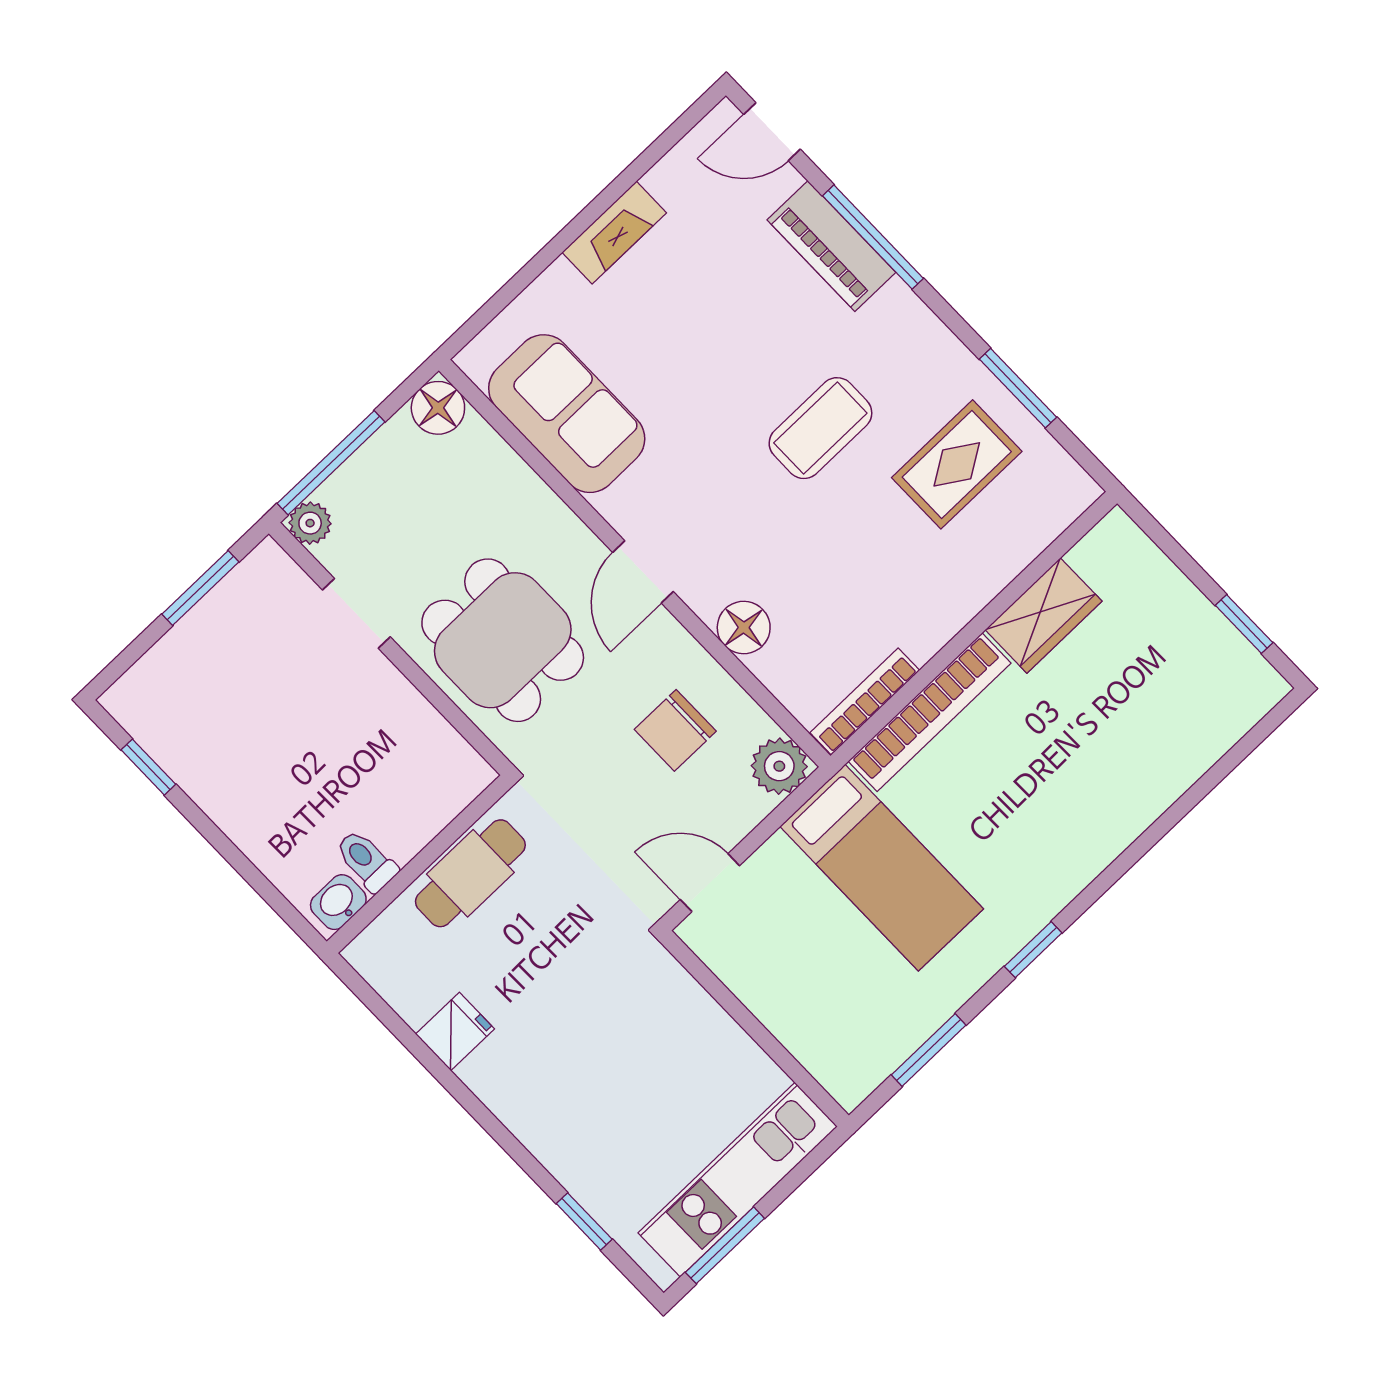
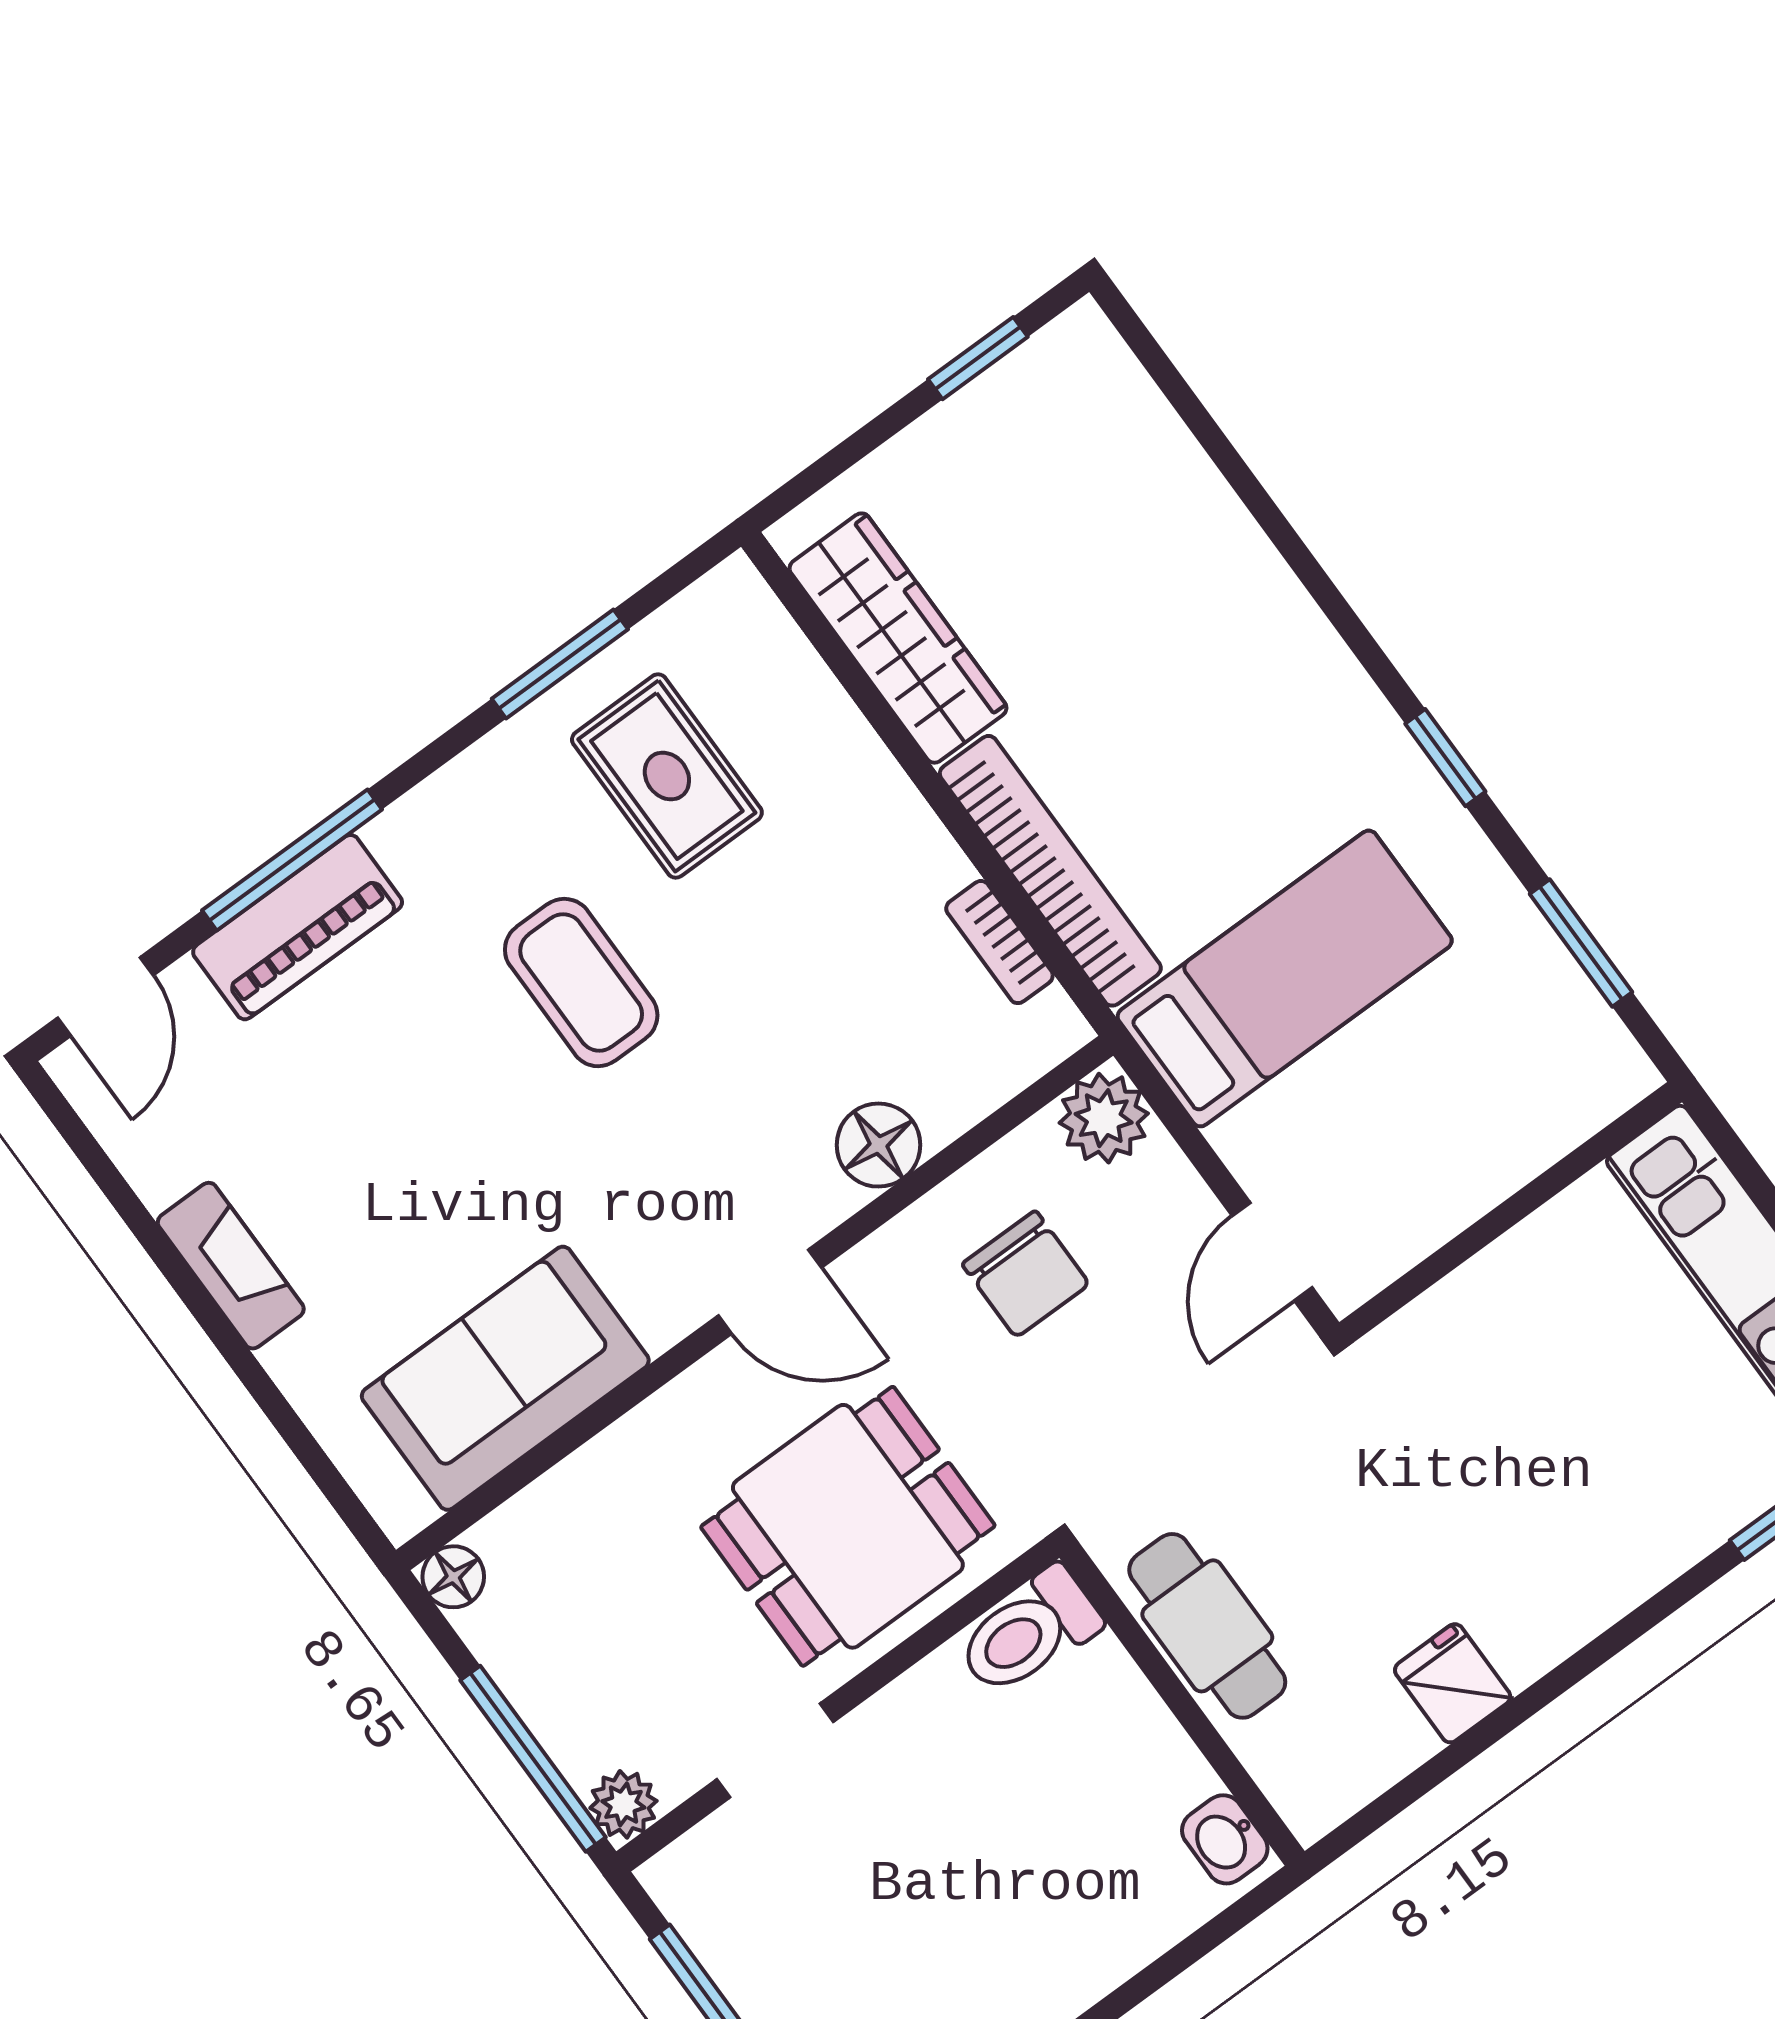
floor lamp: (438, 408) -> (453, 1577), width x0.73, depth x0.73
wardrobe: (1044, 615) -> (898, 638), width x1.50
bookcase: (865, 702) -> (999, 942), width x0.64
toilet: (366, 861) -> (1029, 1632), moved, width x1.37, depth x1.39

